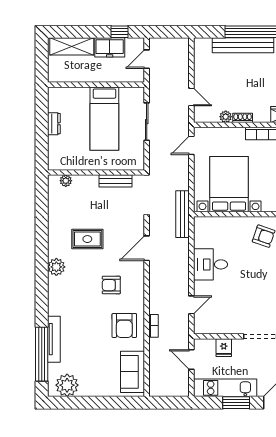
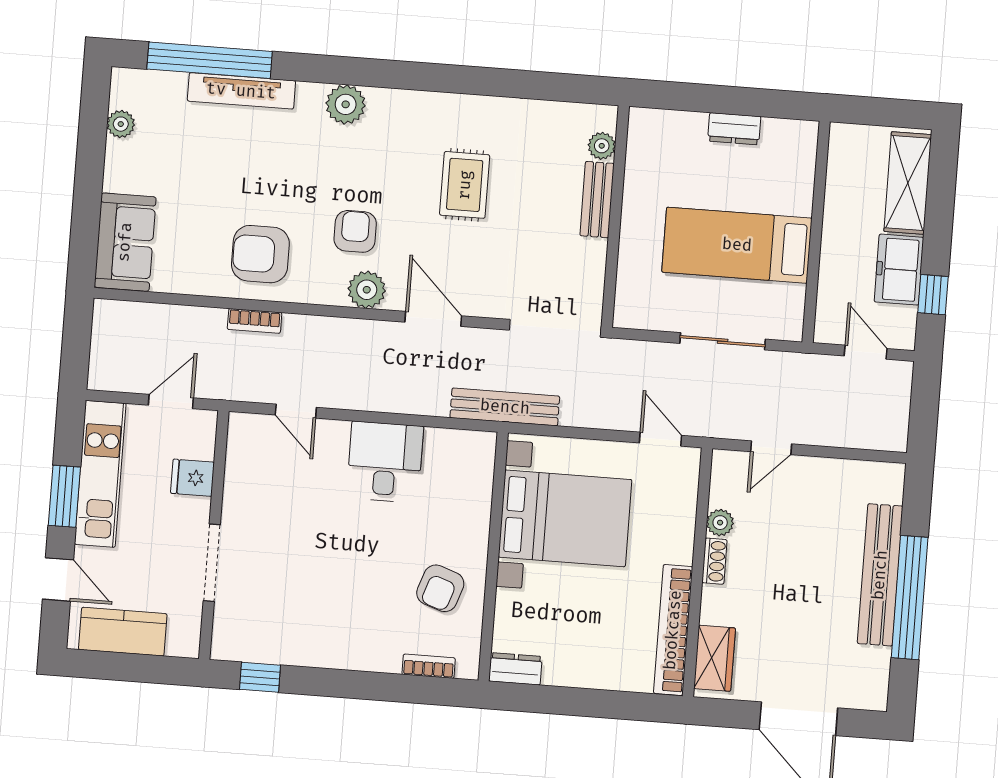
bench: (116, 181) -> (597, 200), moved
plant: (56, 267) -> (346, 104), moved
plant: (136, 278) -> (367, 290), added
sofa: (132, 372) -> (125, 242), moved, turned 90
plant: (67, 385) -> (121, 124), width x0.53, depth x0.53

